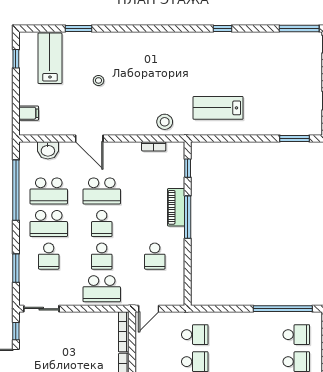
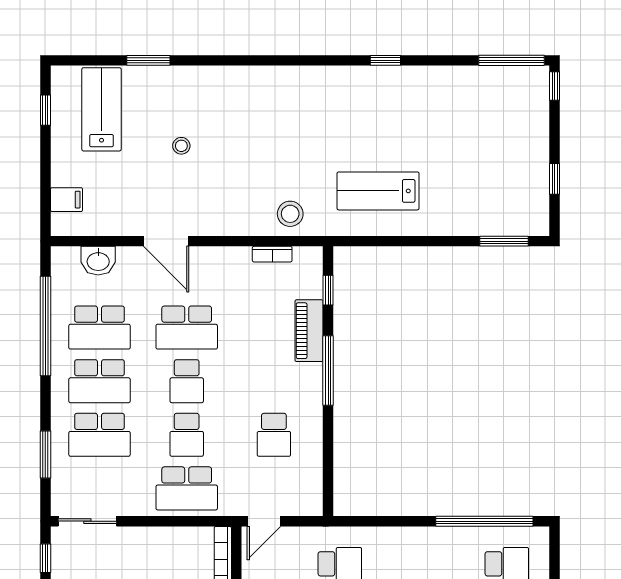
piano: (176, 207) -> (309, 331), moved
school desk: (49, 256) -> (100, 435), width x1.85

